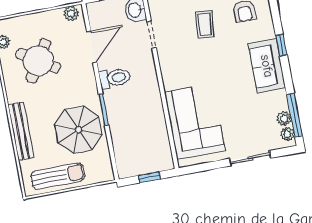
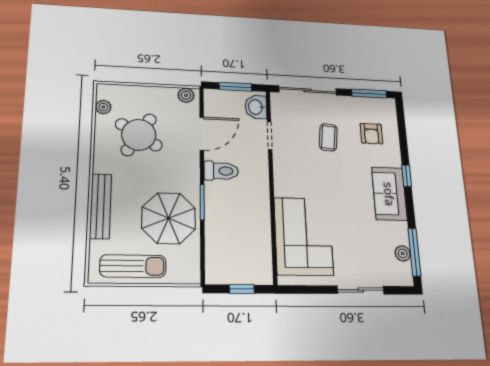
plant: (287, 134) -> (405, 271), removed

